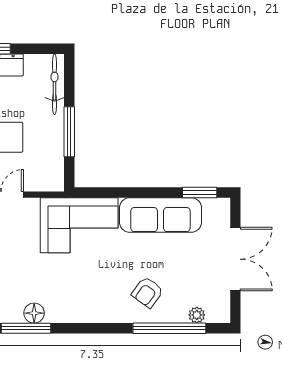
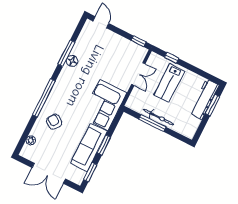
bicycle: (55, 84) -> (158, 117), moved
window: (145, 193) -> (104, 145), added
window: (169, 328) -> (44, 98), moved

